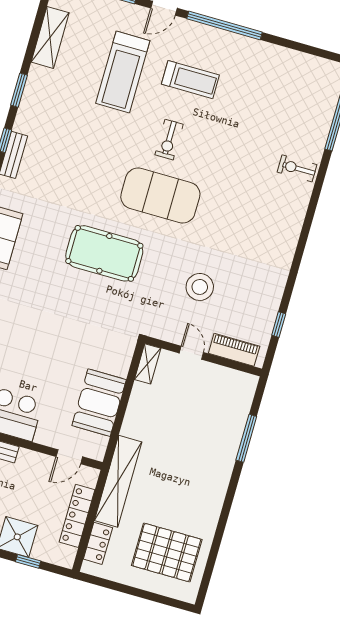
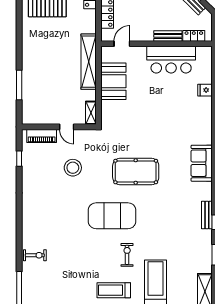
exercise bike: (169, 140) -> (127, 255), moved
shelving: (118, 481) -> (89, 62), moved

